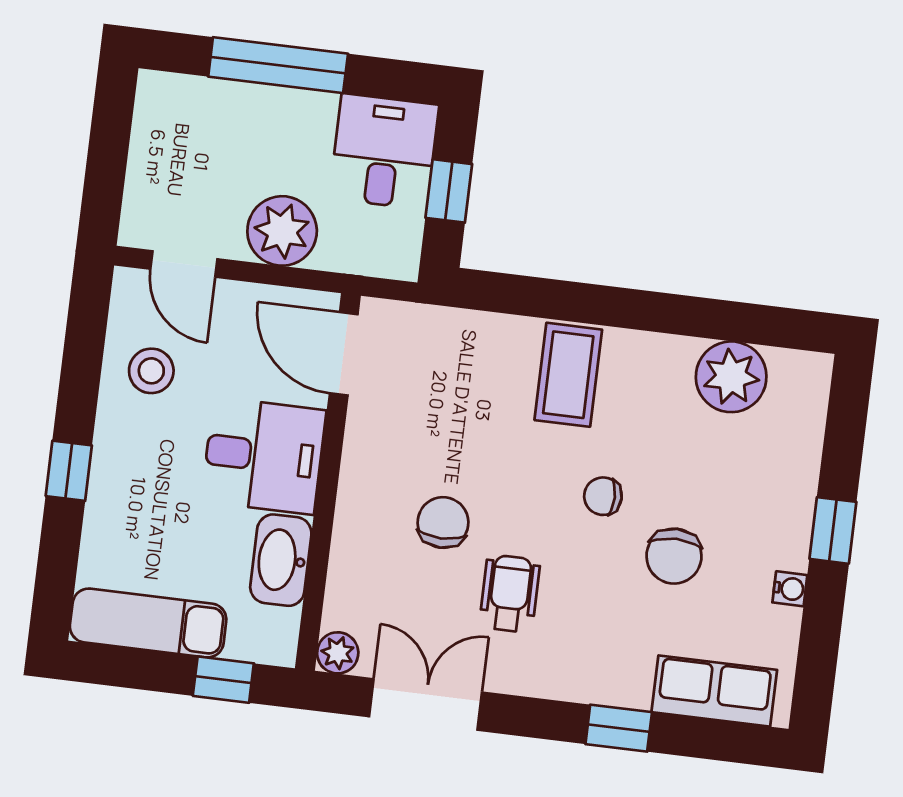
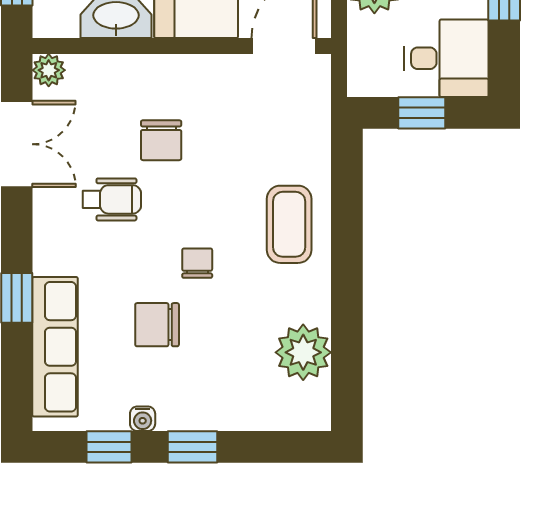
coffee table: (568, 375) -> (289, 224), turned 90
chair: (443, 523) -> (161, 140), turned 90
window: (820, 635) -> (109, 447), added
row of seats: (714, 691) -> (55, 347), width x1.48

